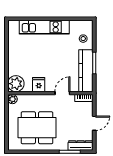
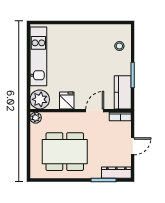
kitchen unit: (44, 27) -> (38, 56), moved, turned -90
kitchen counter: (86, 71) -> (123, 92), width x0.67

